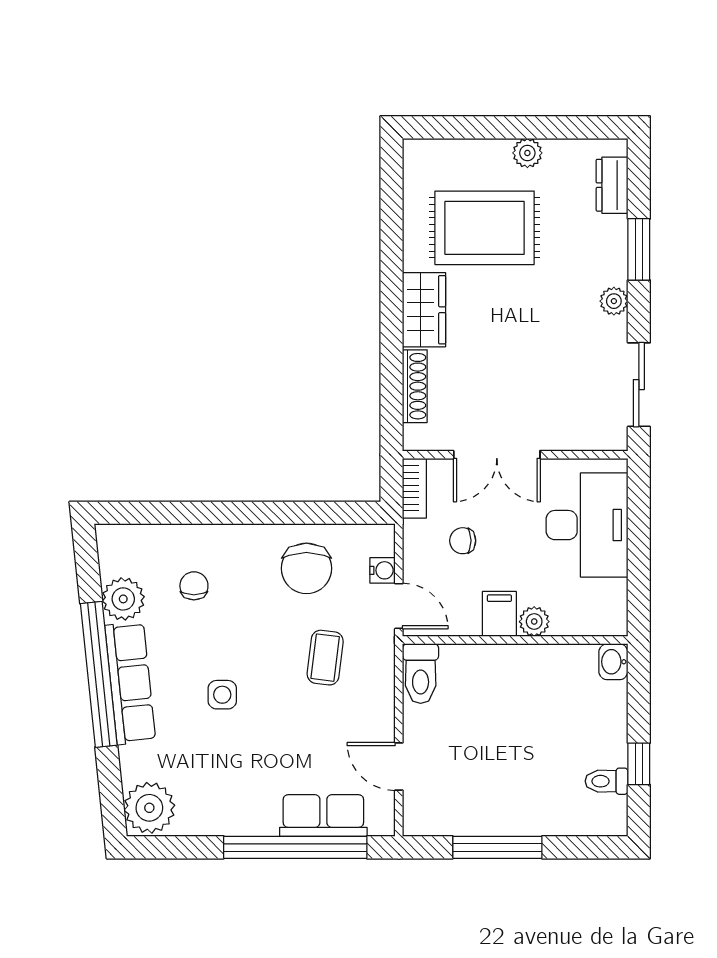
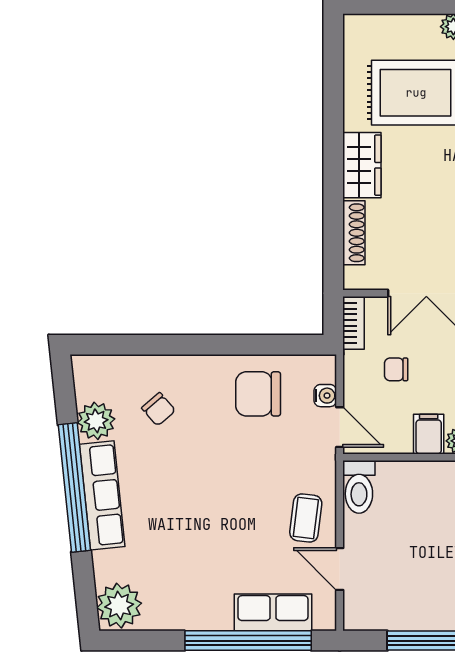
chair: (306, 568) -> (258, 394), turned 90
chair: (194, 586) -> (159, 409), turned 139
coffee table: (325, 658) -> (306, 518), moved
side table: (222, 695) -> (184, 506), removed

